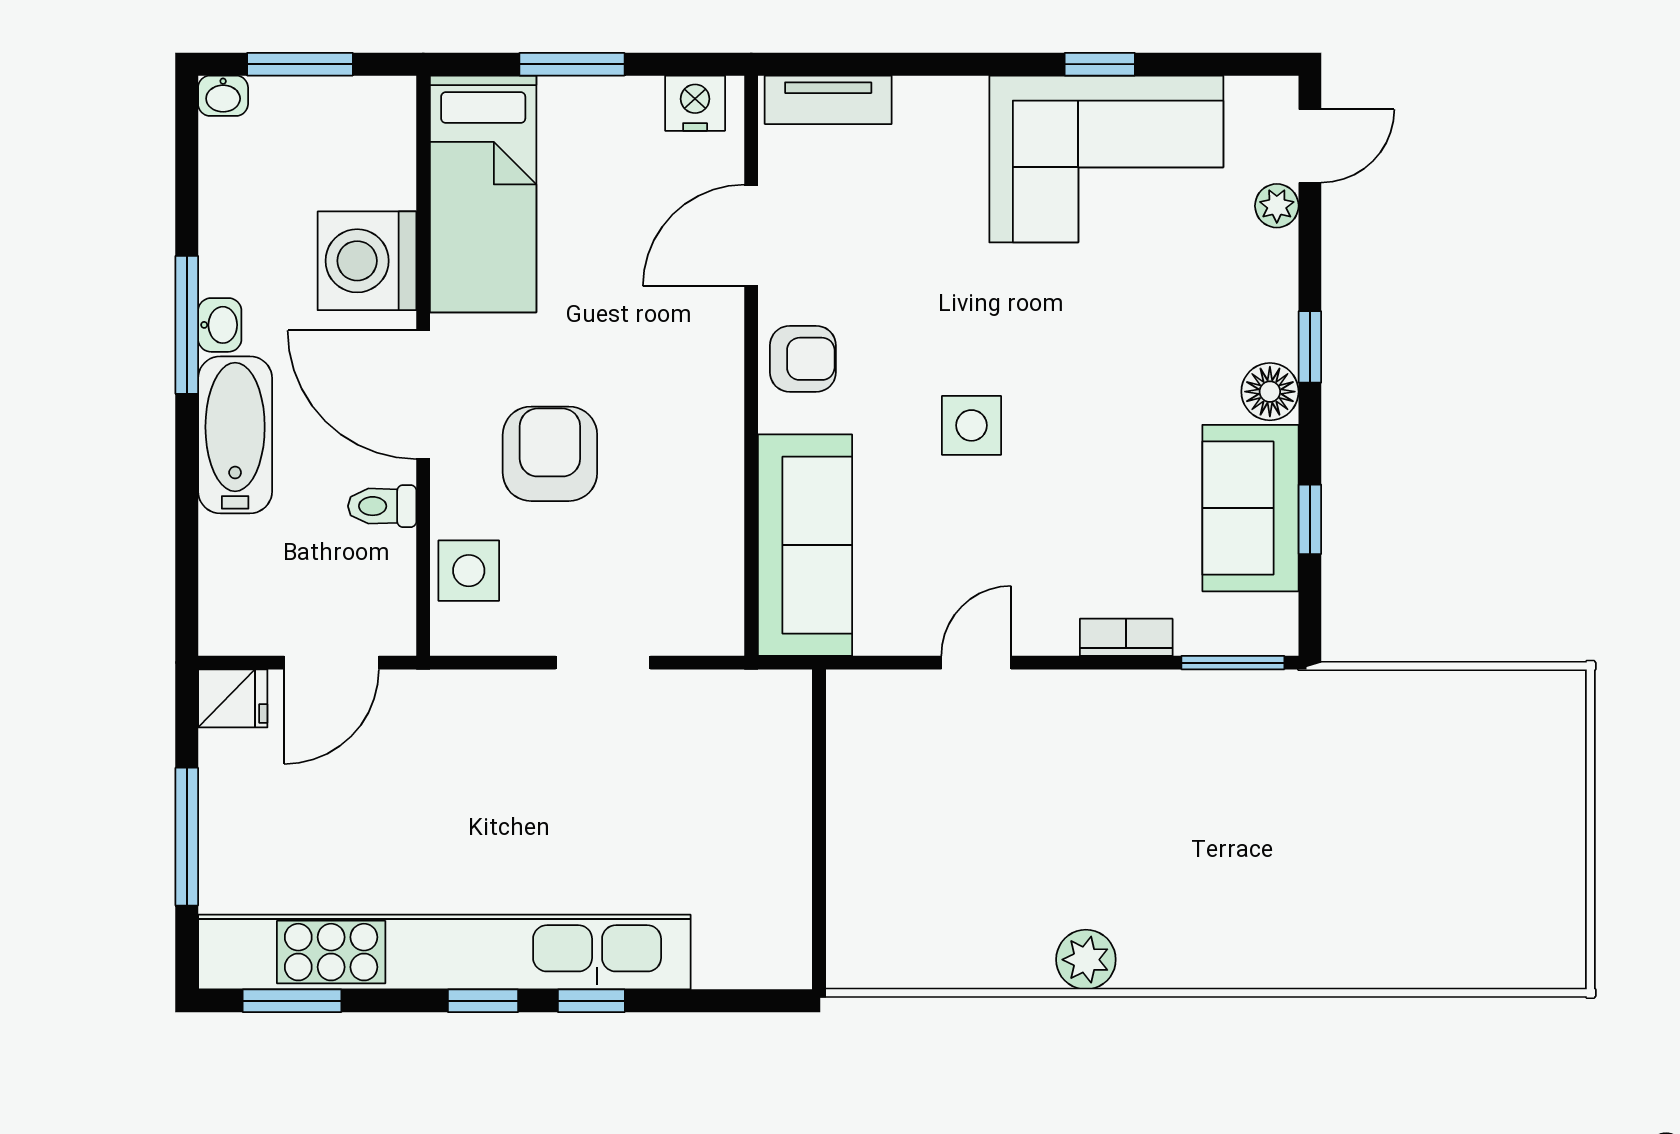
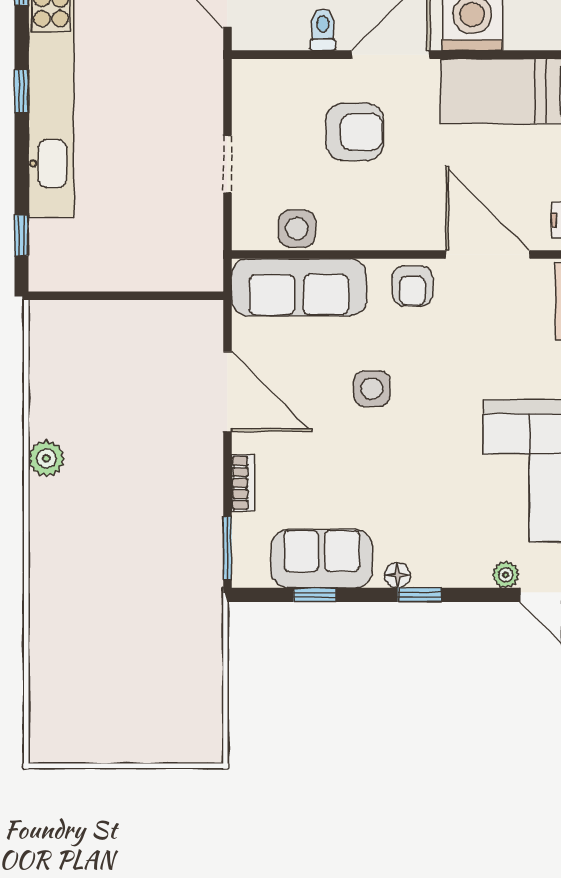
door: (751, 235) -> (488, 254), width x1.36
floor lamp: (1270, 392) -> (397, 575), width x0.73, depth x0.73
side table: (469, 571) -> (297, 229), moved
door: (976, 663) -> (227, 392), width x1.88
window: (591, 1001) -> (21, 235), moved

